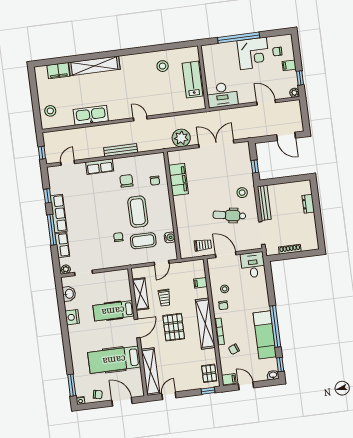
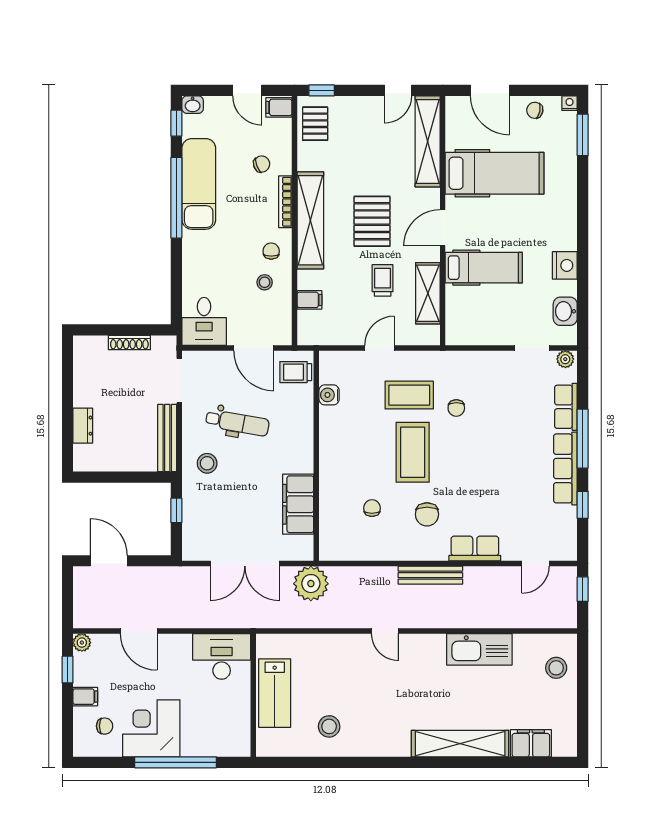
filing cabinet: (178, 180) -> (298, 504), moved
wall: (172, 205) -> (316, 456), moved
water cooler: (170, 237) -> (329, 395), moved

